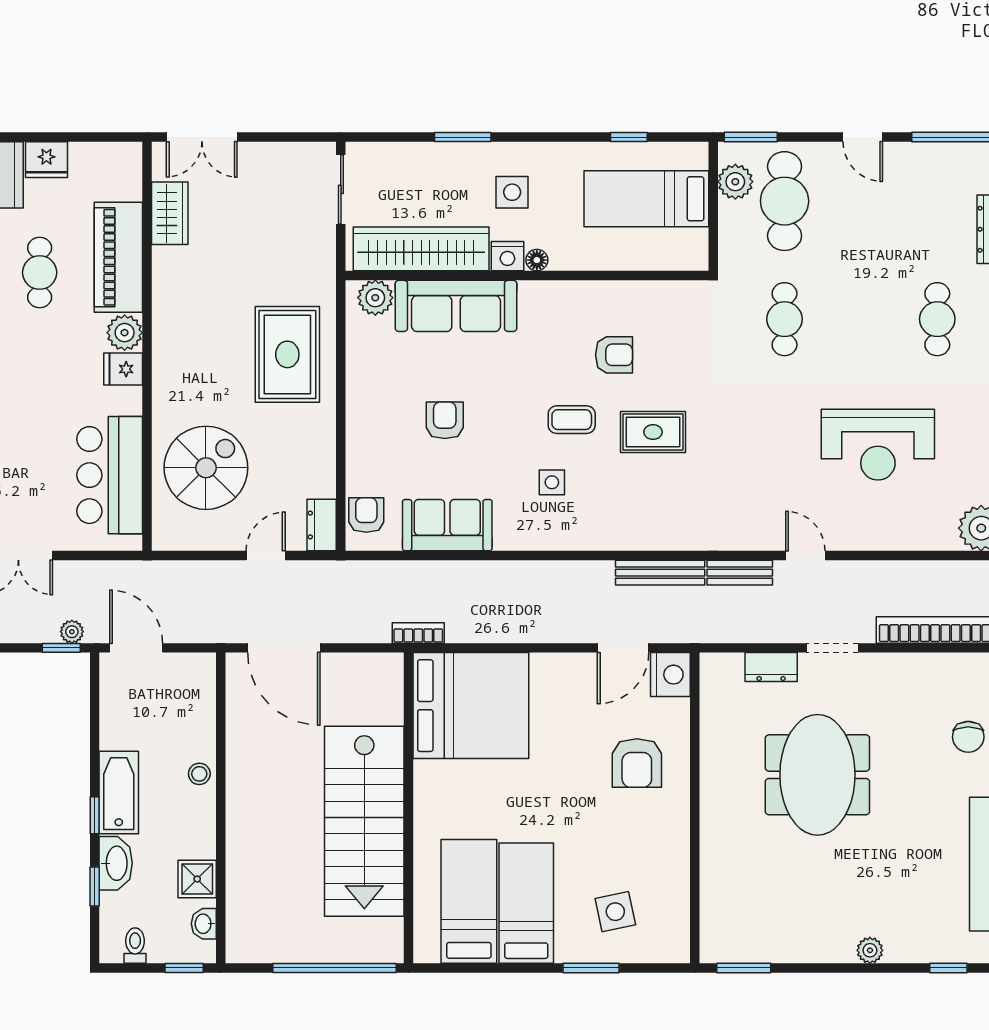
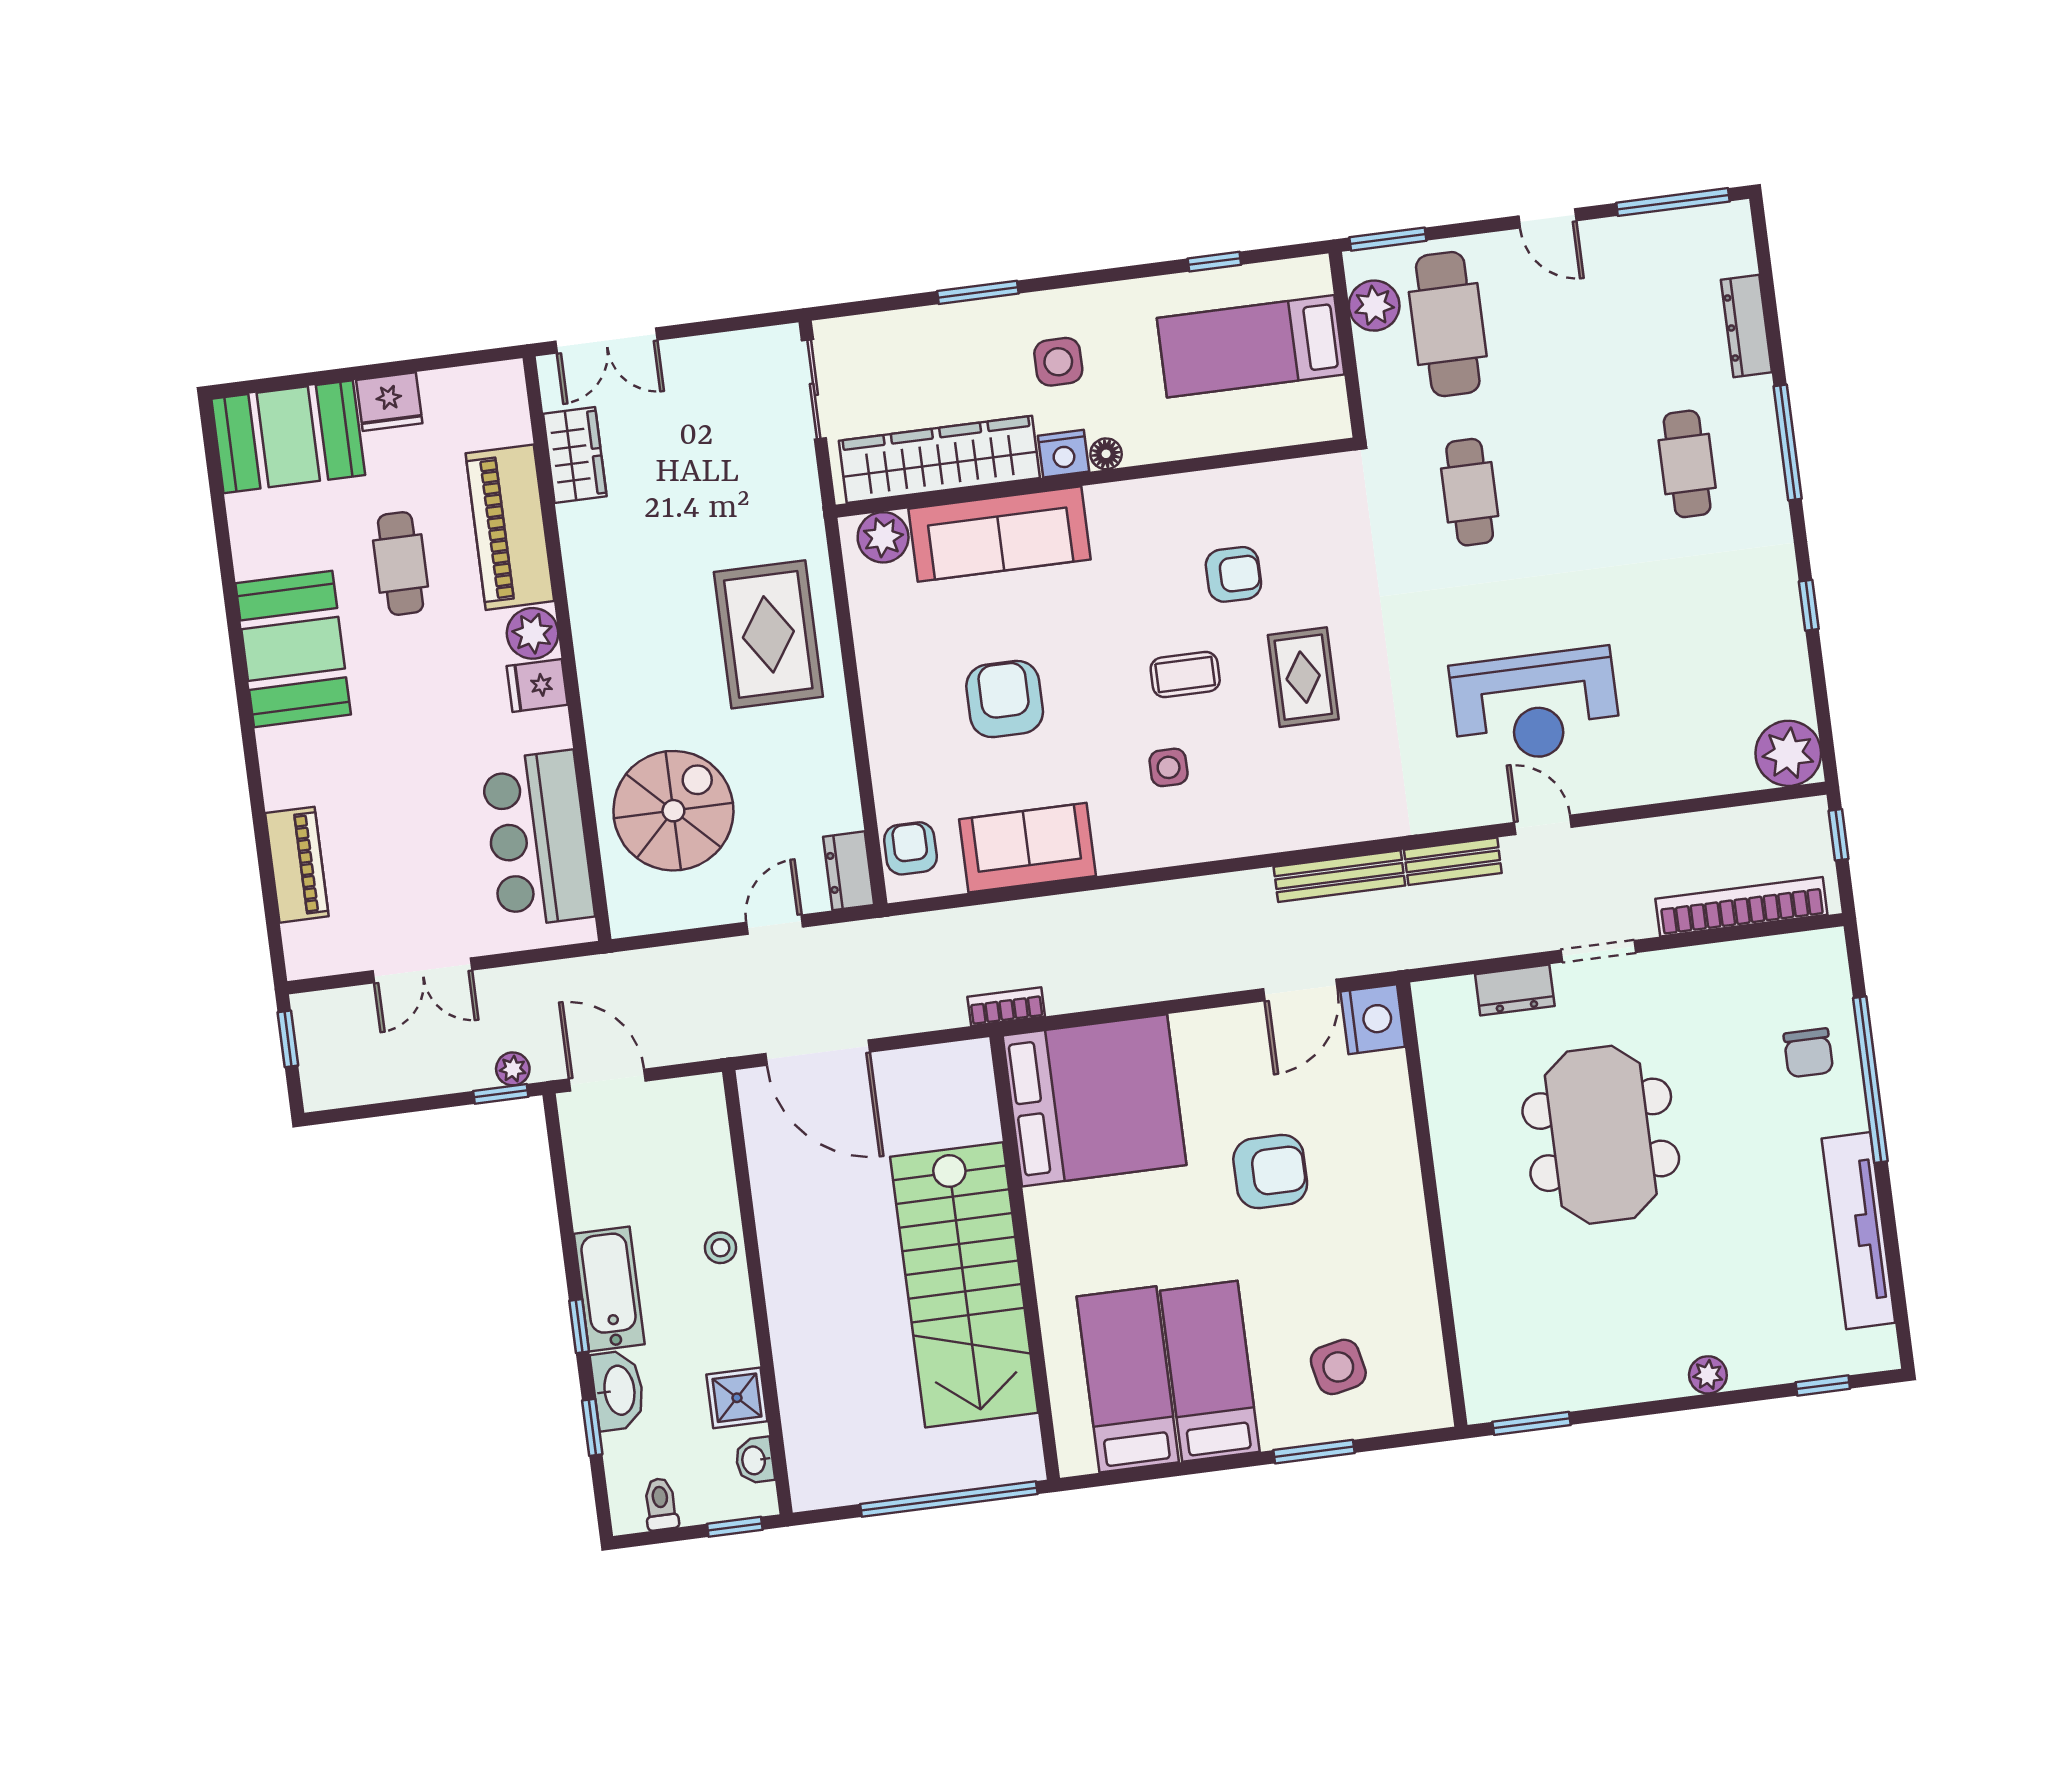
armchair: (445, 420) -> (1005, 699), width x1.38, depth x1.38
rug: (653, 432) -> (1303, 677), turned 90
reception desk: (878, 445) -> (1535, 706), moved
armchair: (637, 763) -> (1270, 1171), moved, turned -90

